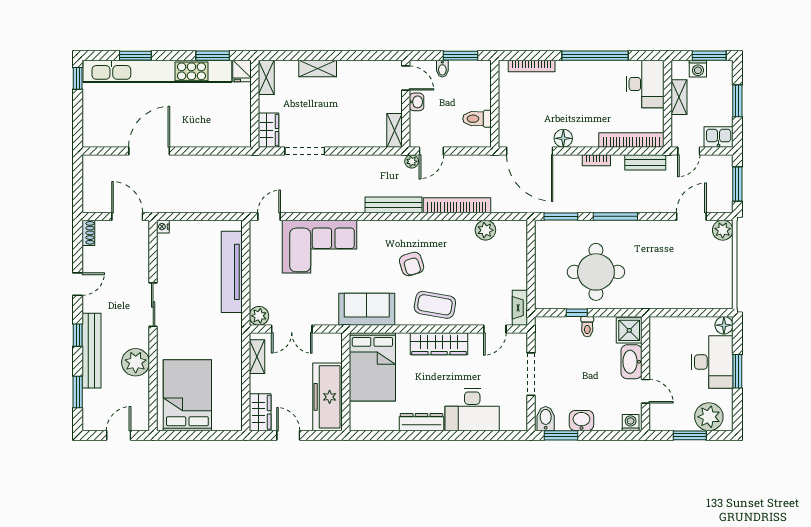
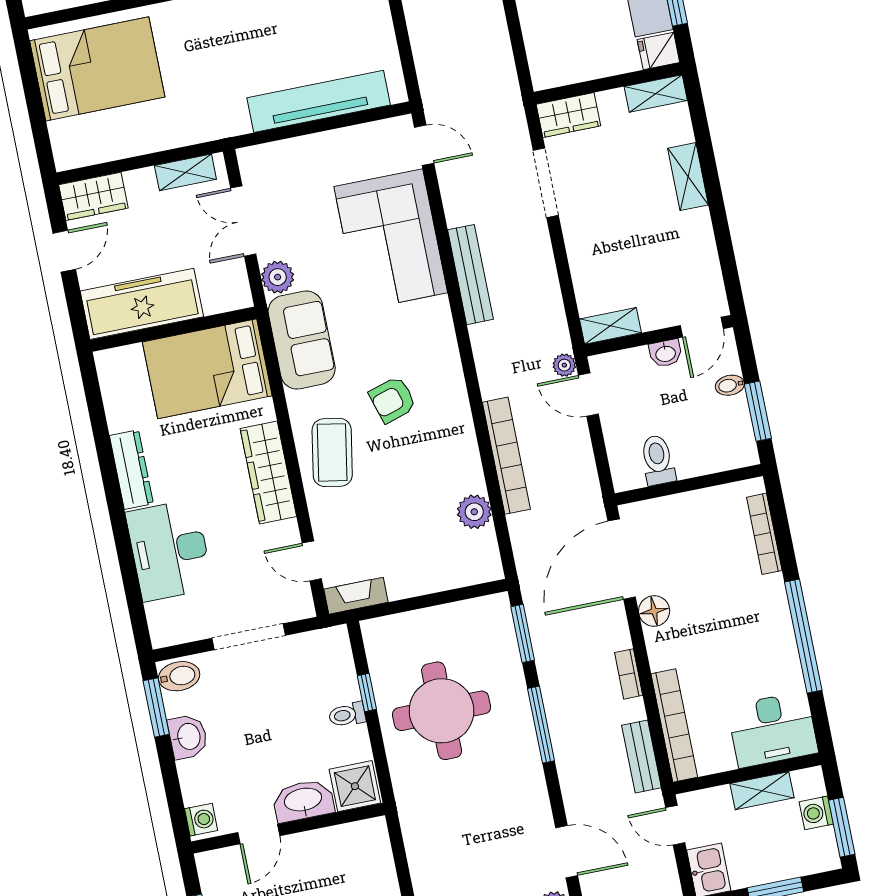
bench: (394, 205) -> (470, 275), moved
plant: (259, 316) -> (278, 277), moved

